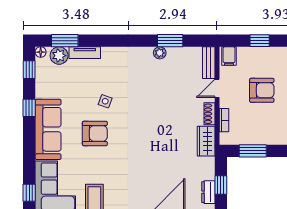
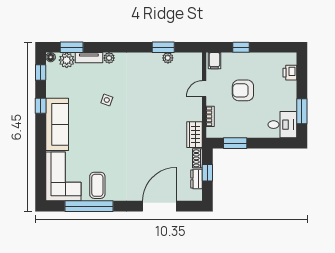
plant: (108, 53) -> (109, 58), added
plant: (160, 53) -> (168, 58), moved
bench: (209, 63) -> (197, 66), removed
armchair: (262, 90) -> (243, 90), turned 180
shoe rack: (209, 114) -> (197, 158), moved
armchair: (95, 133) -> (98, 128), removed
window: (29, 193) -> (41, 180), removed

